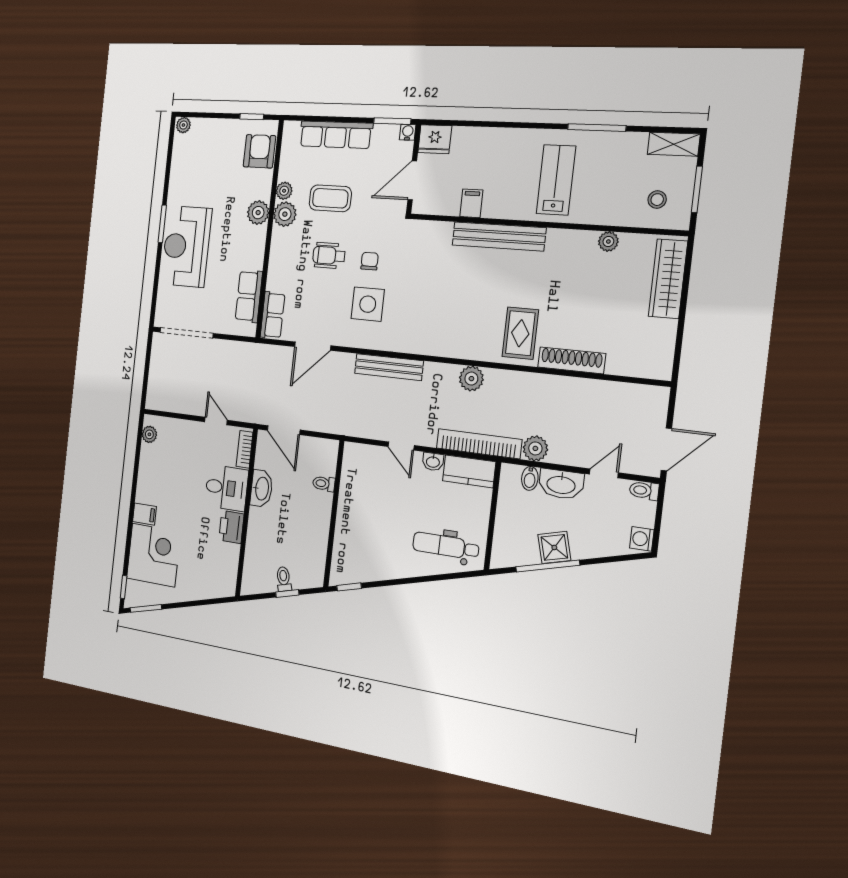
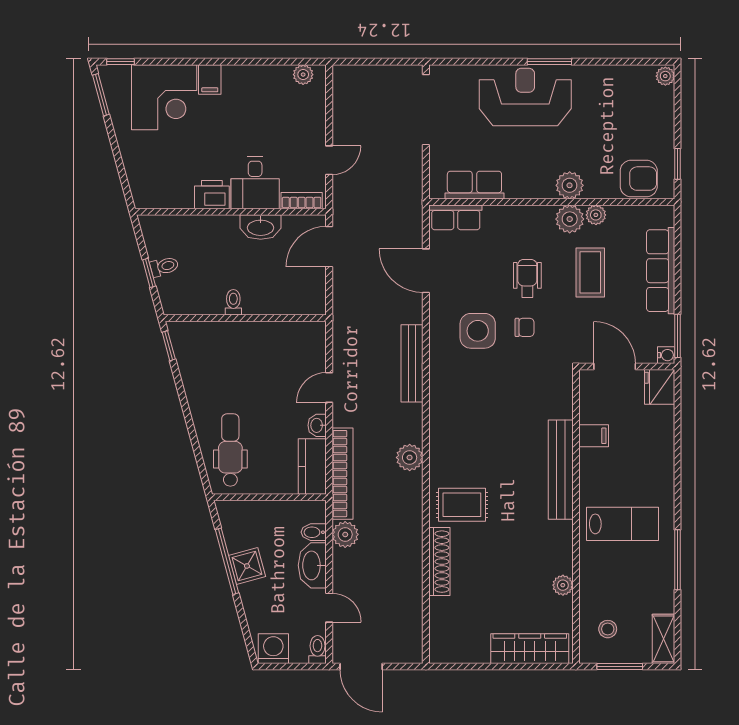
toilet: (324, 484) -> (233, 302), moved
washing machine: (642, 539) -> (273, 649), width x1.38, depth x1.38

